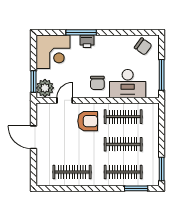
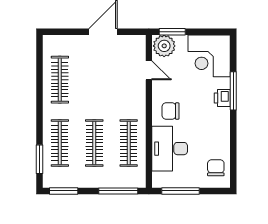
chair: (143, 46) -> (216, 168), turned 144
armchair: (88, 121) -> (123, 99), removed
window: (162, 125) -> (118, 191), added

